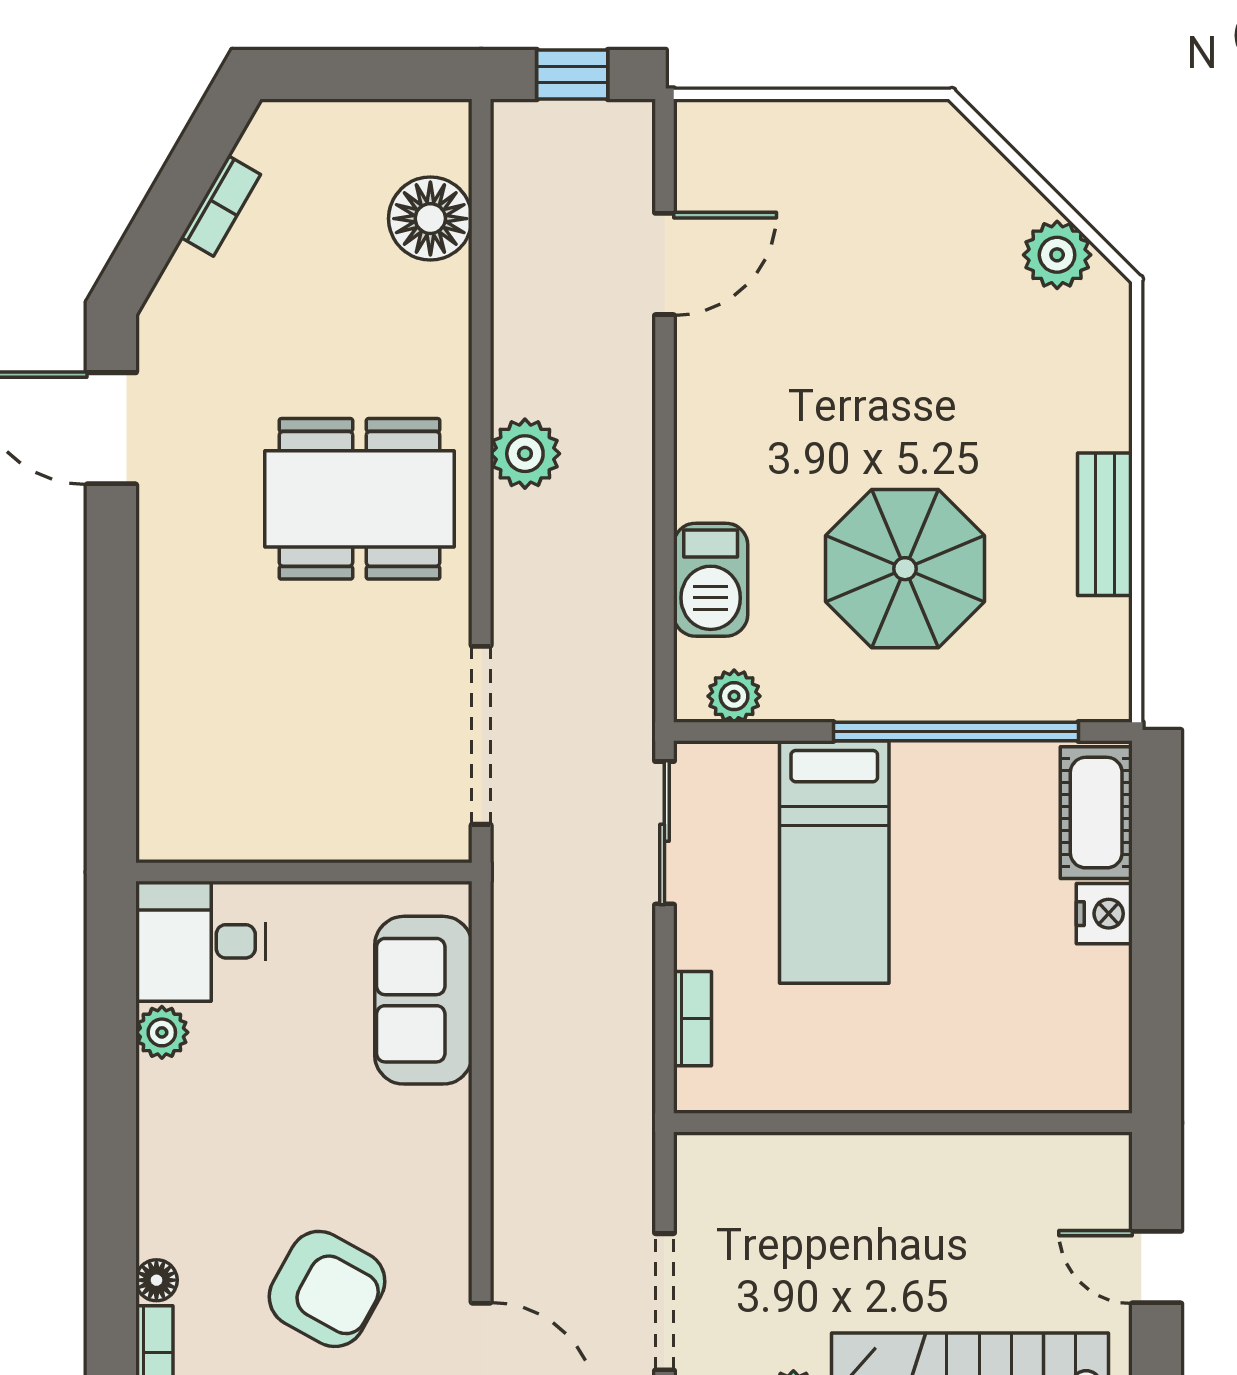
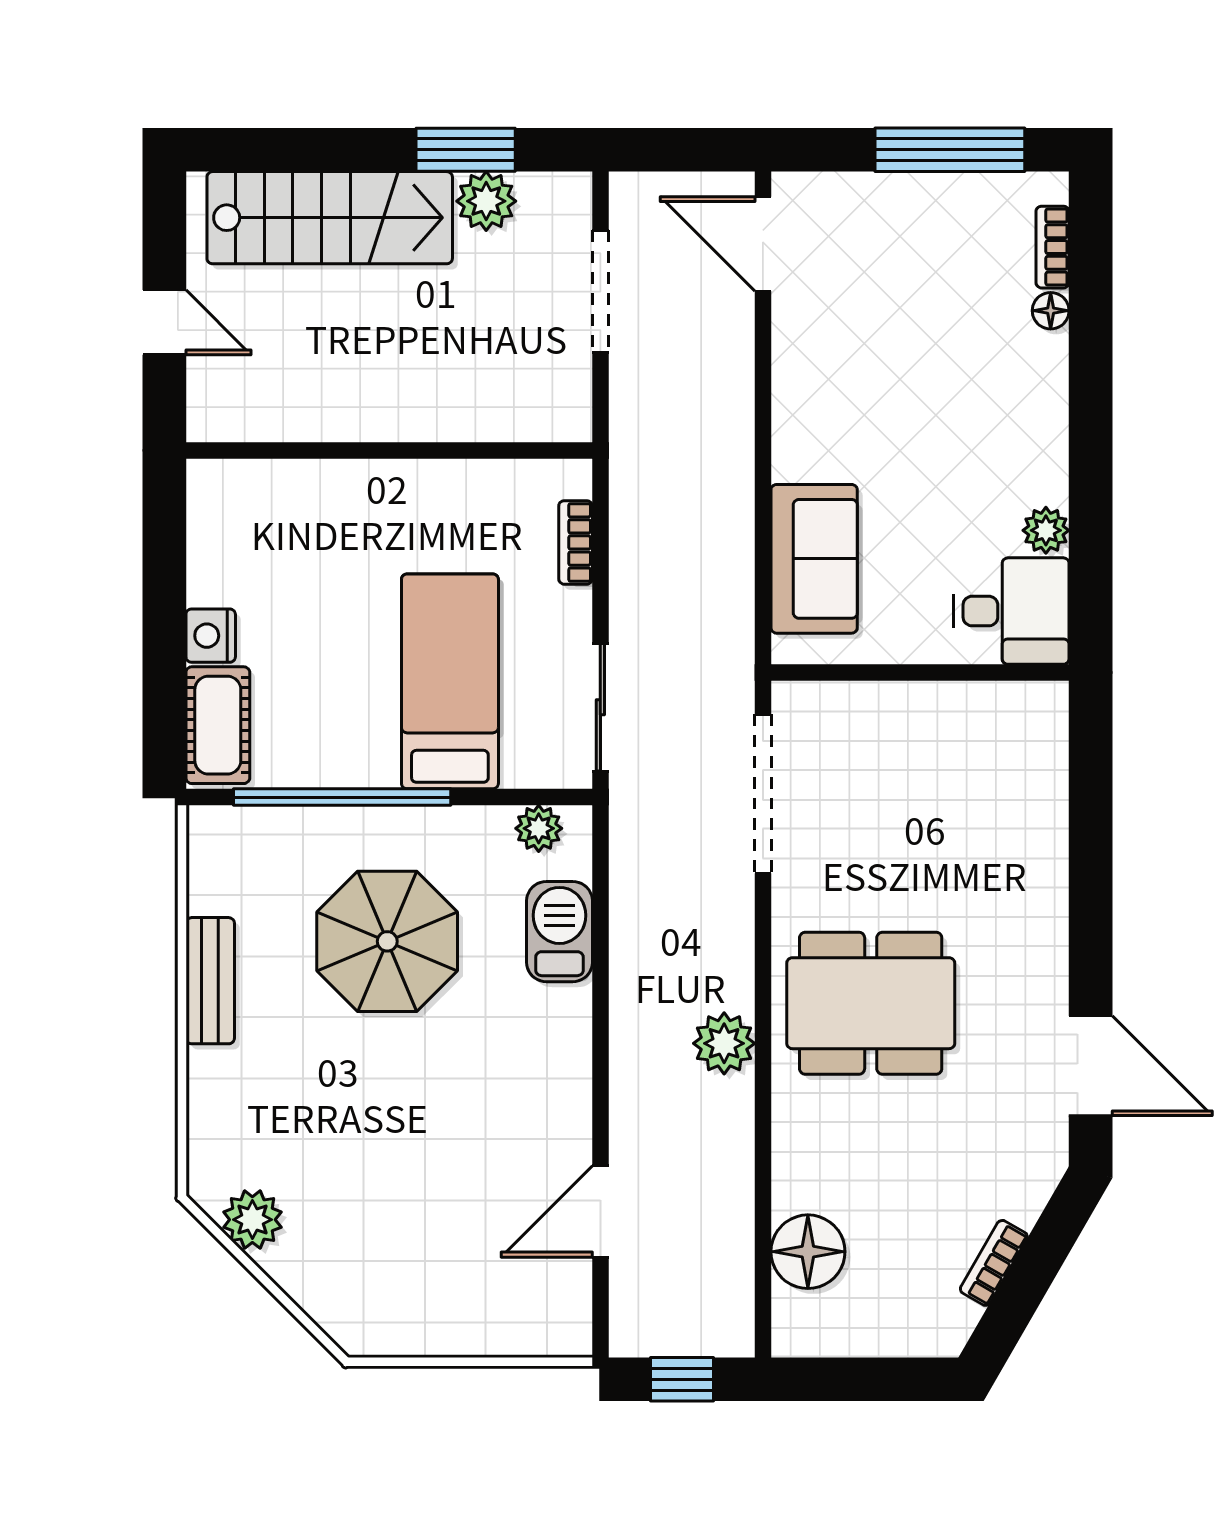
armchair: (327, 1289) -> (899, 303), removed

